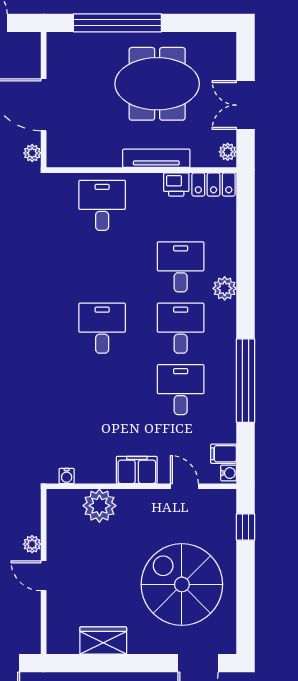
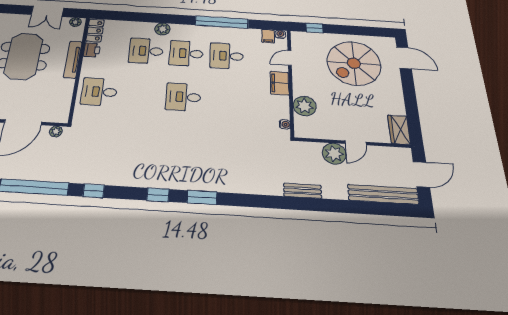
plant: (32, 544) -> (334, 154), width x1.88, depth x1.88
wardrobe: (103, 640) -> (399, 130), moved

